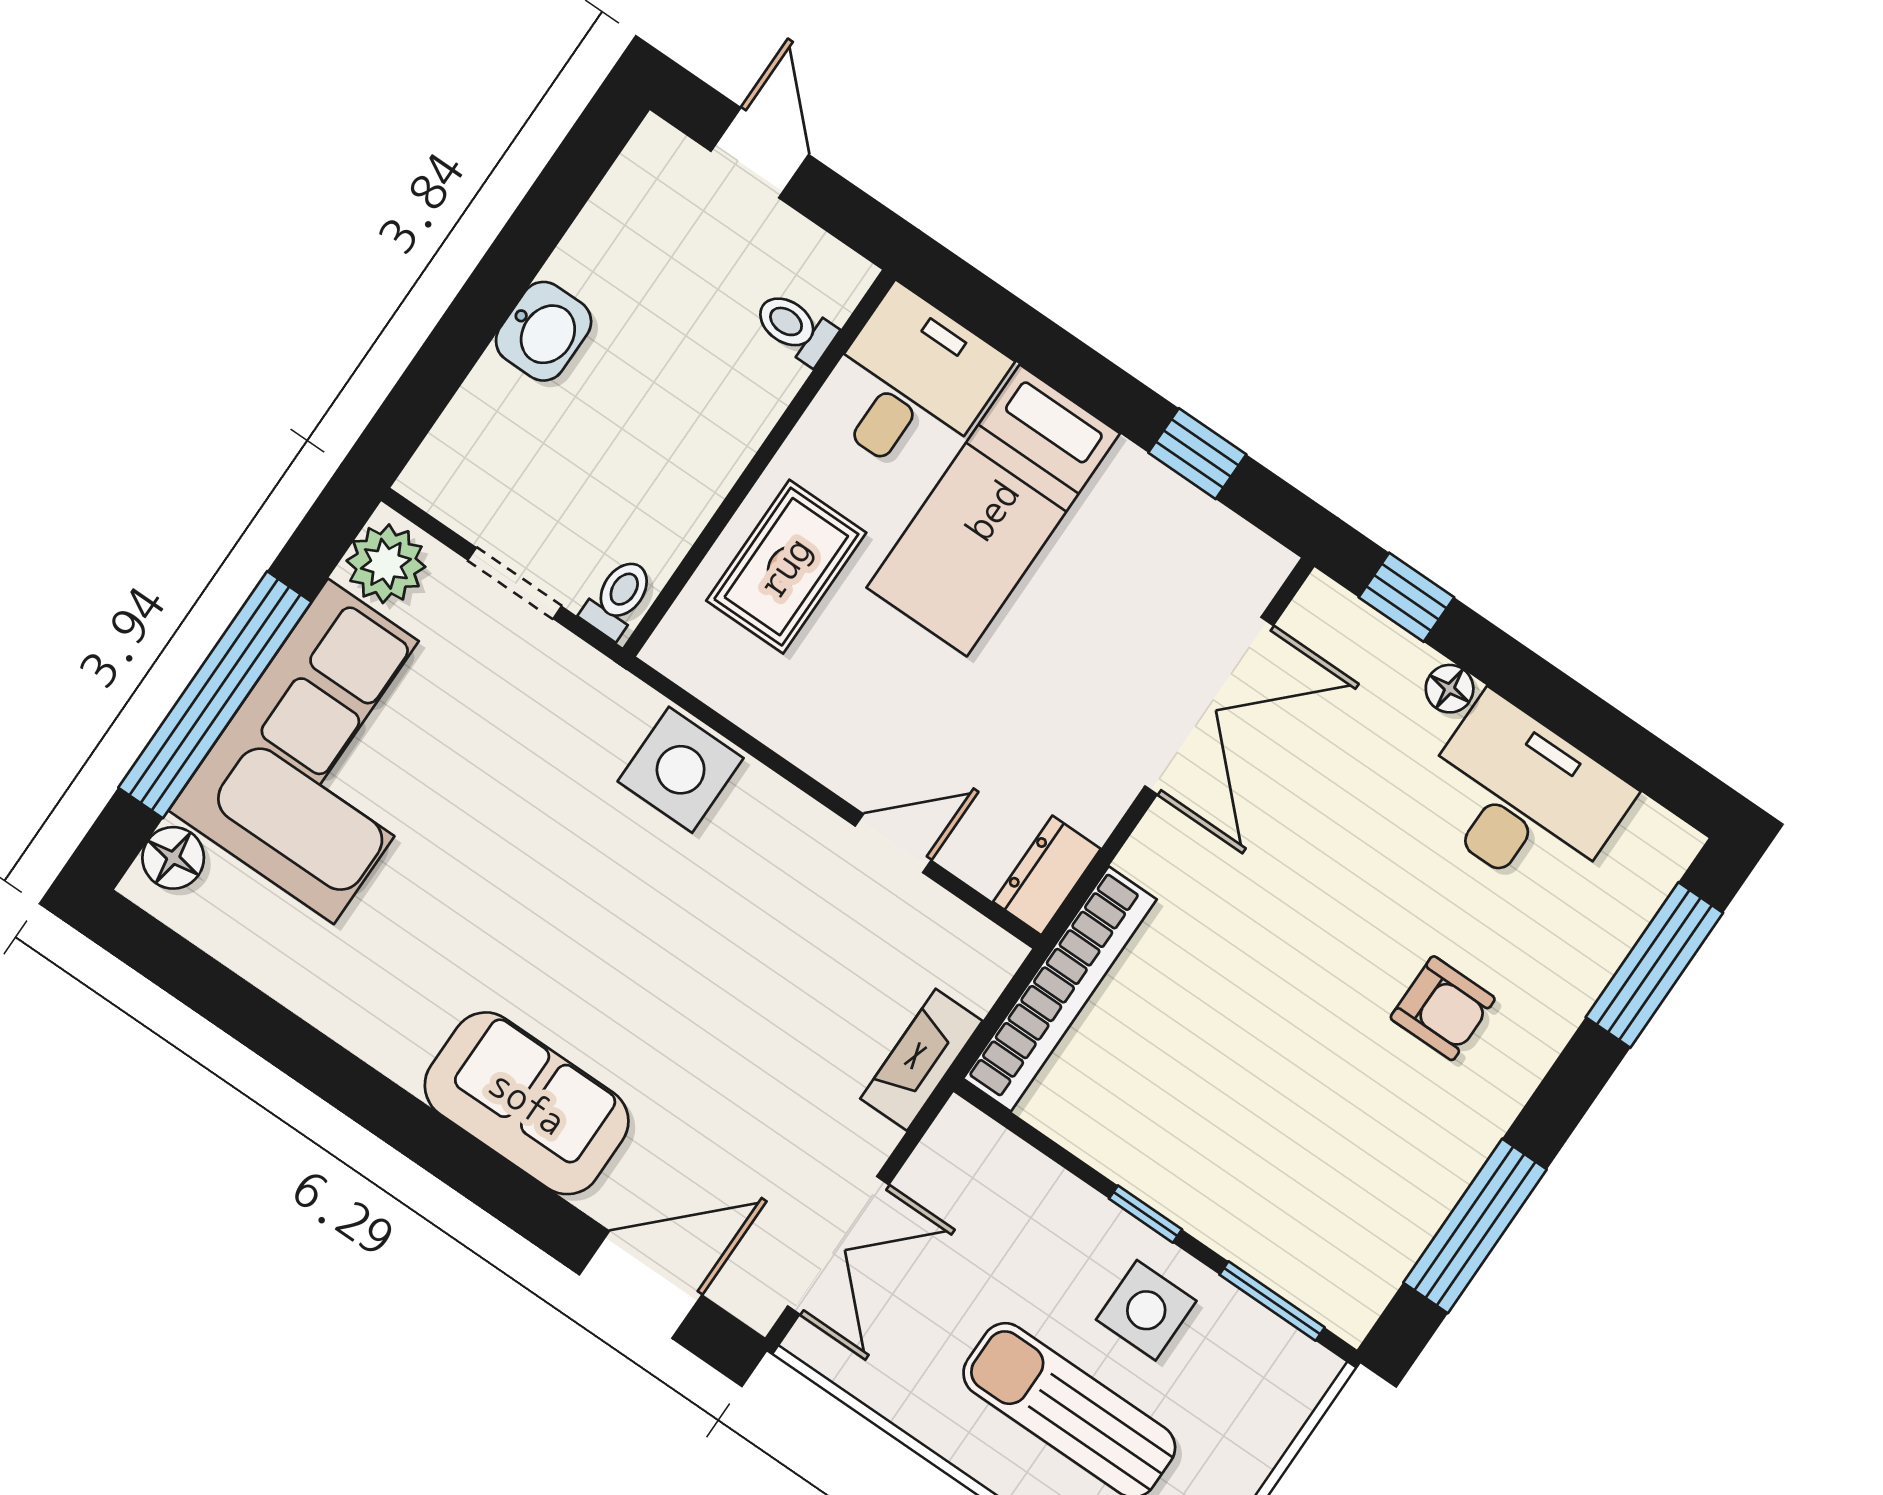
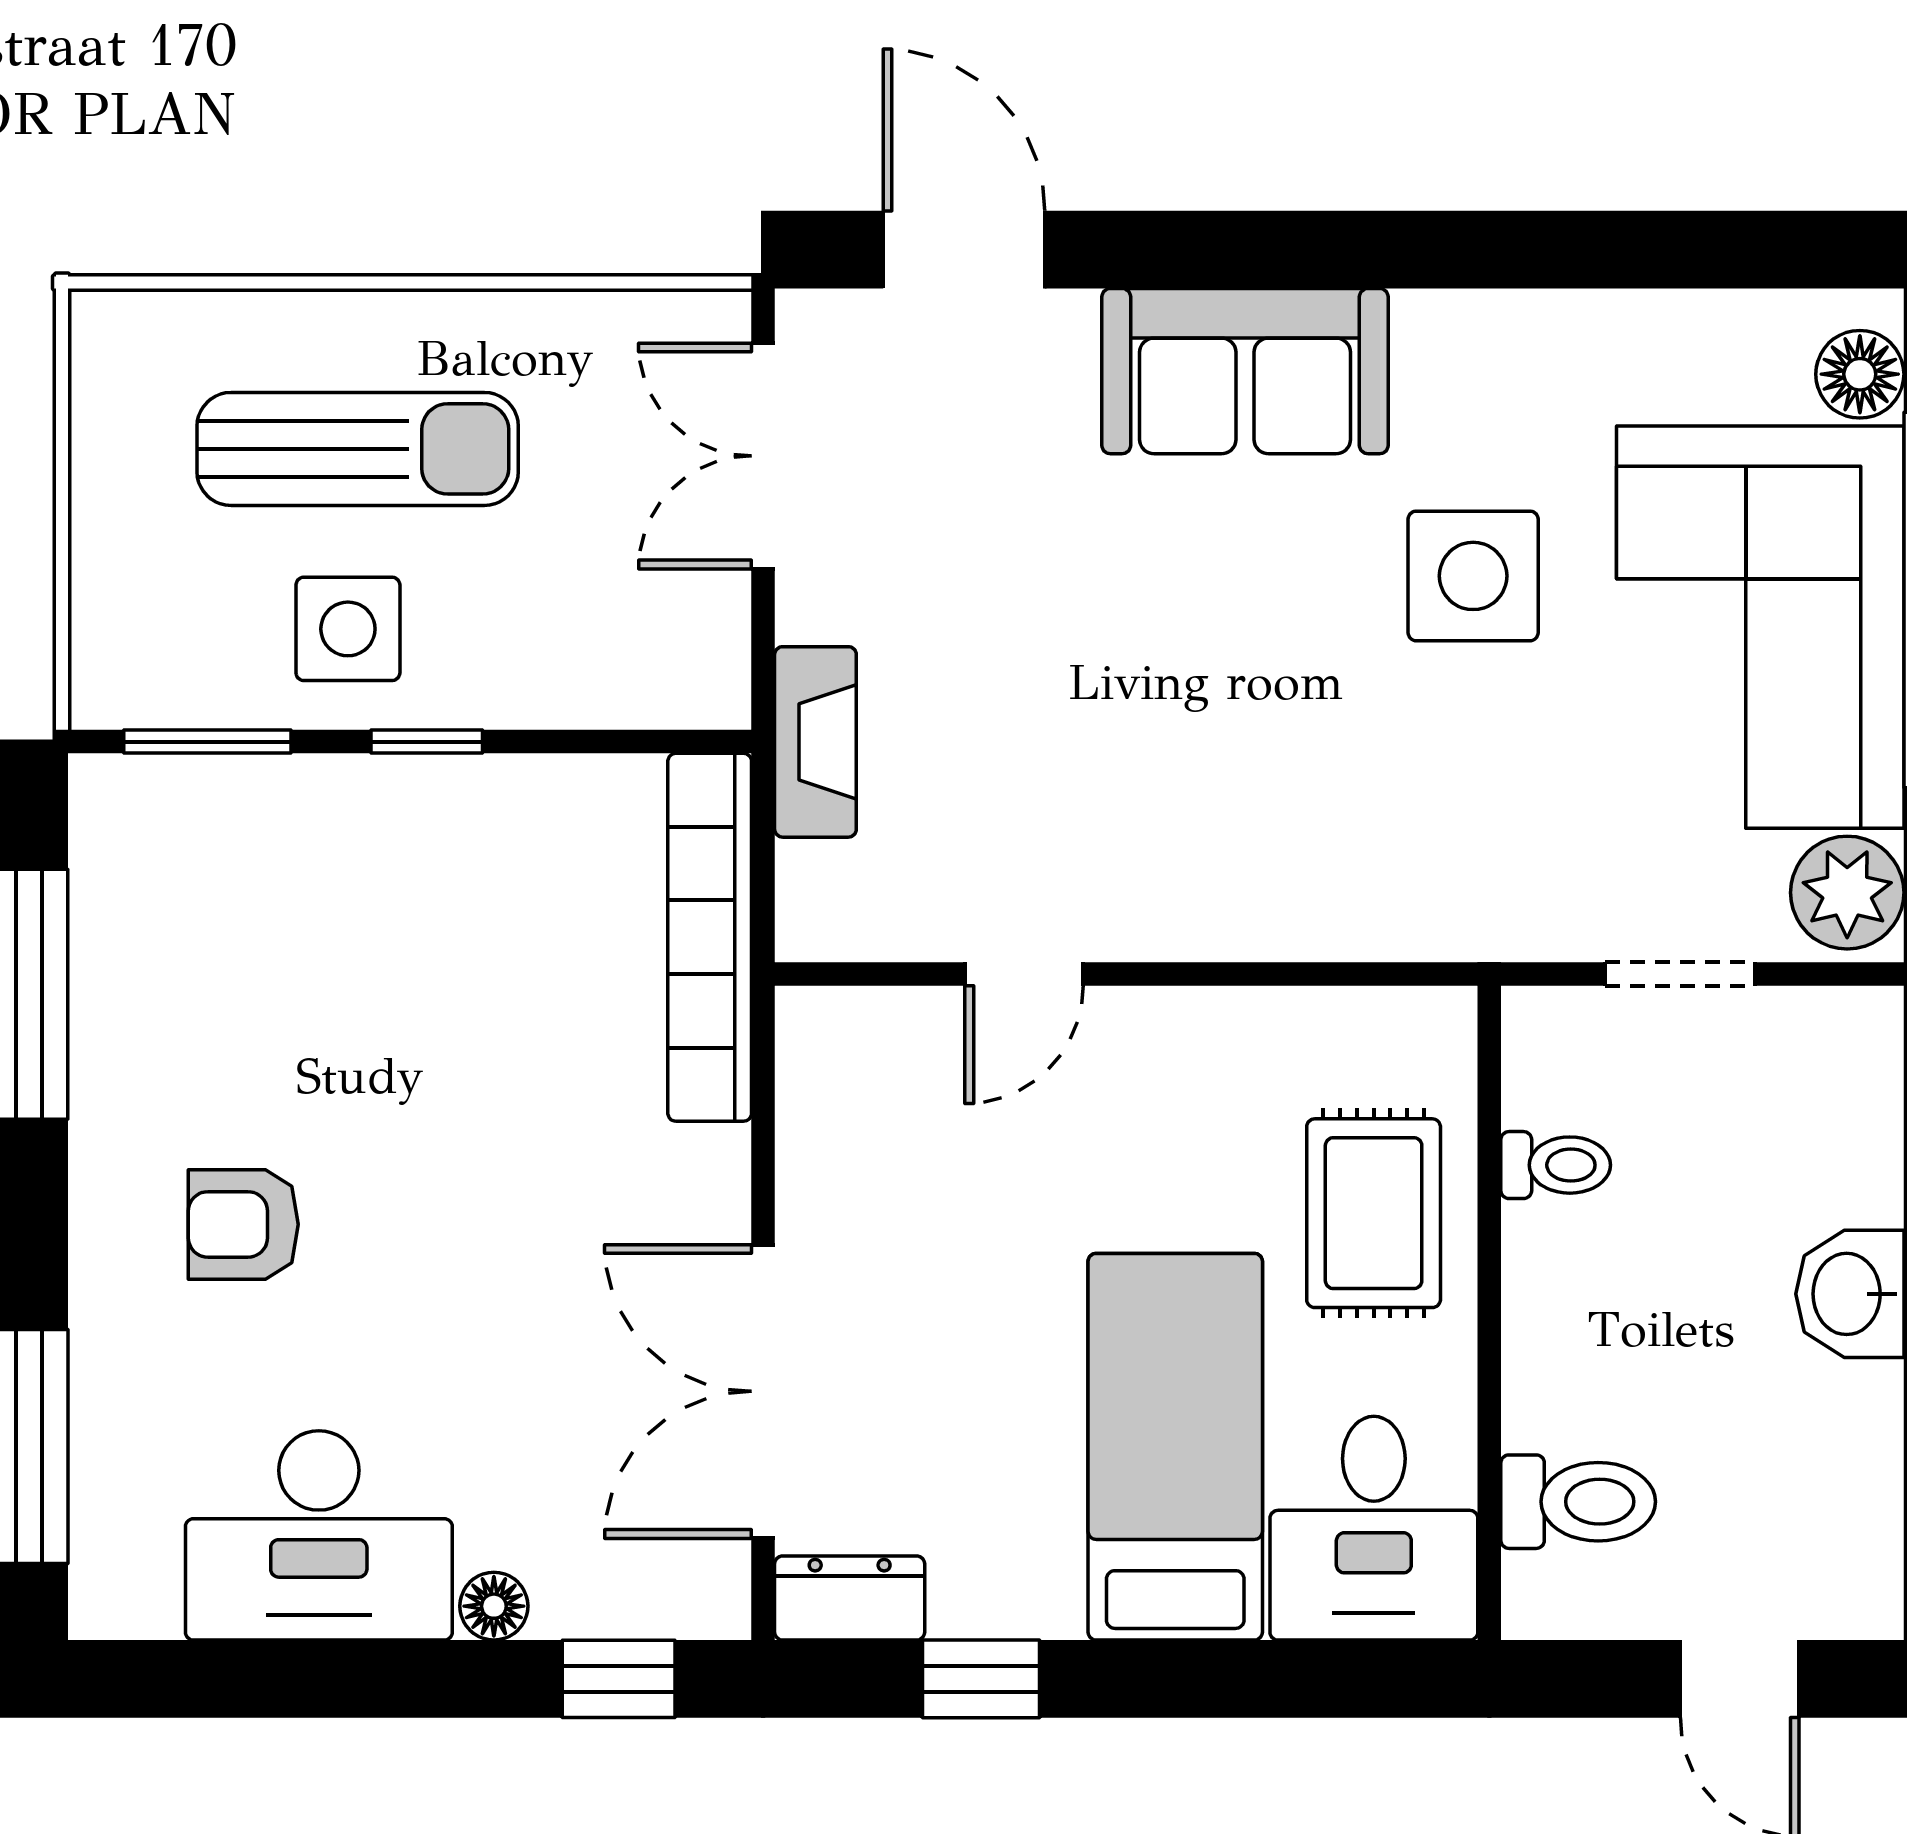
toilet: (795, 328) -> (1578, 1502), width x1.37, depth x1.39
toilet: (618, 598) -> (1556, 1165), moved, turned -90
side table: (681, 770) -> (1473, 576), moved
dresser: (1047, 875) -> (850, 1598), moved, turned -90
door: (641, 1285) -> (964, 250), swing flipped

